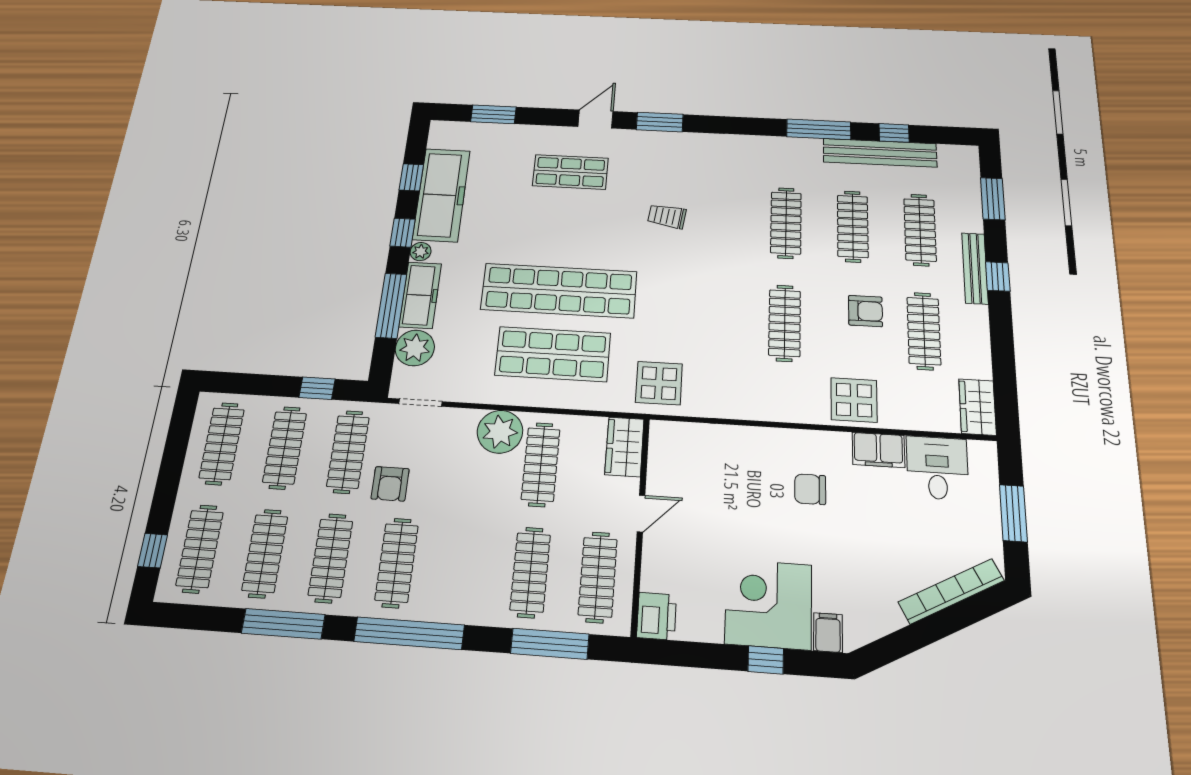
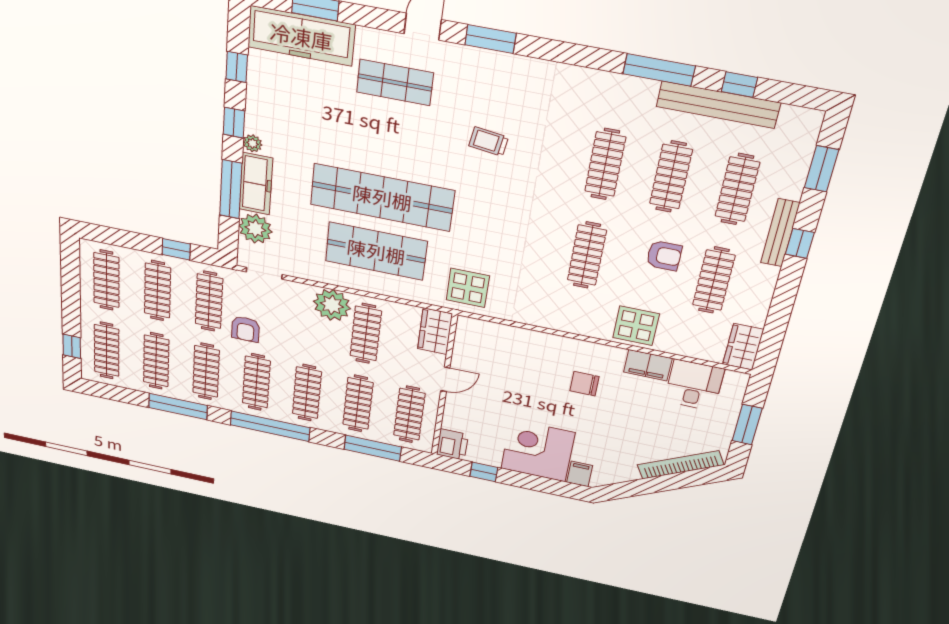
freezer: (441, 195) -> (301, 36), moved, turned 90
clothes rail: (463, 567) -> (307, 393), added
window: (766, 660) -> (484, 472), moved

